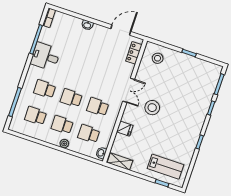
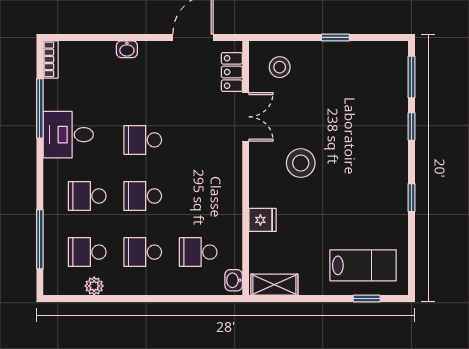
double door: (129, 90) -> (246, 117), moved
school desk: (98, 107) -> (143, 140), moved
plant: (64, 144) -> (94, 286), moved

